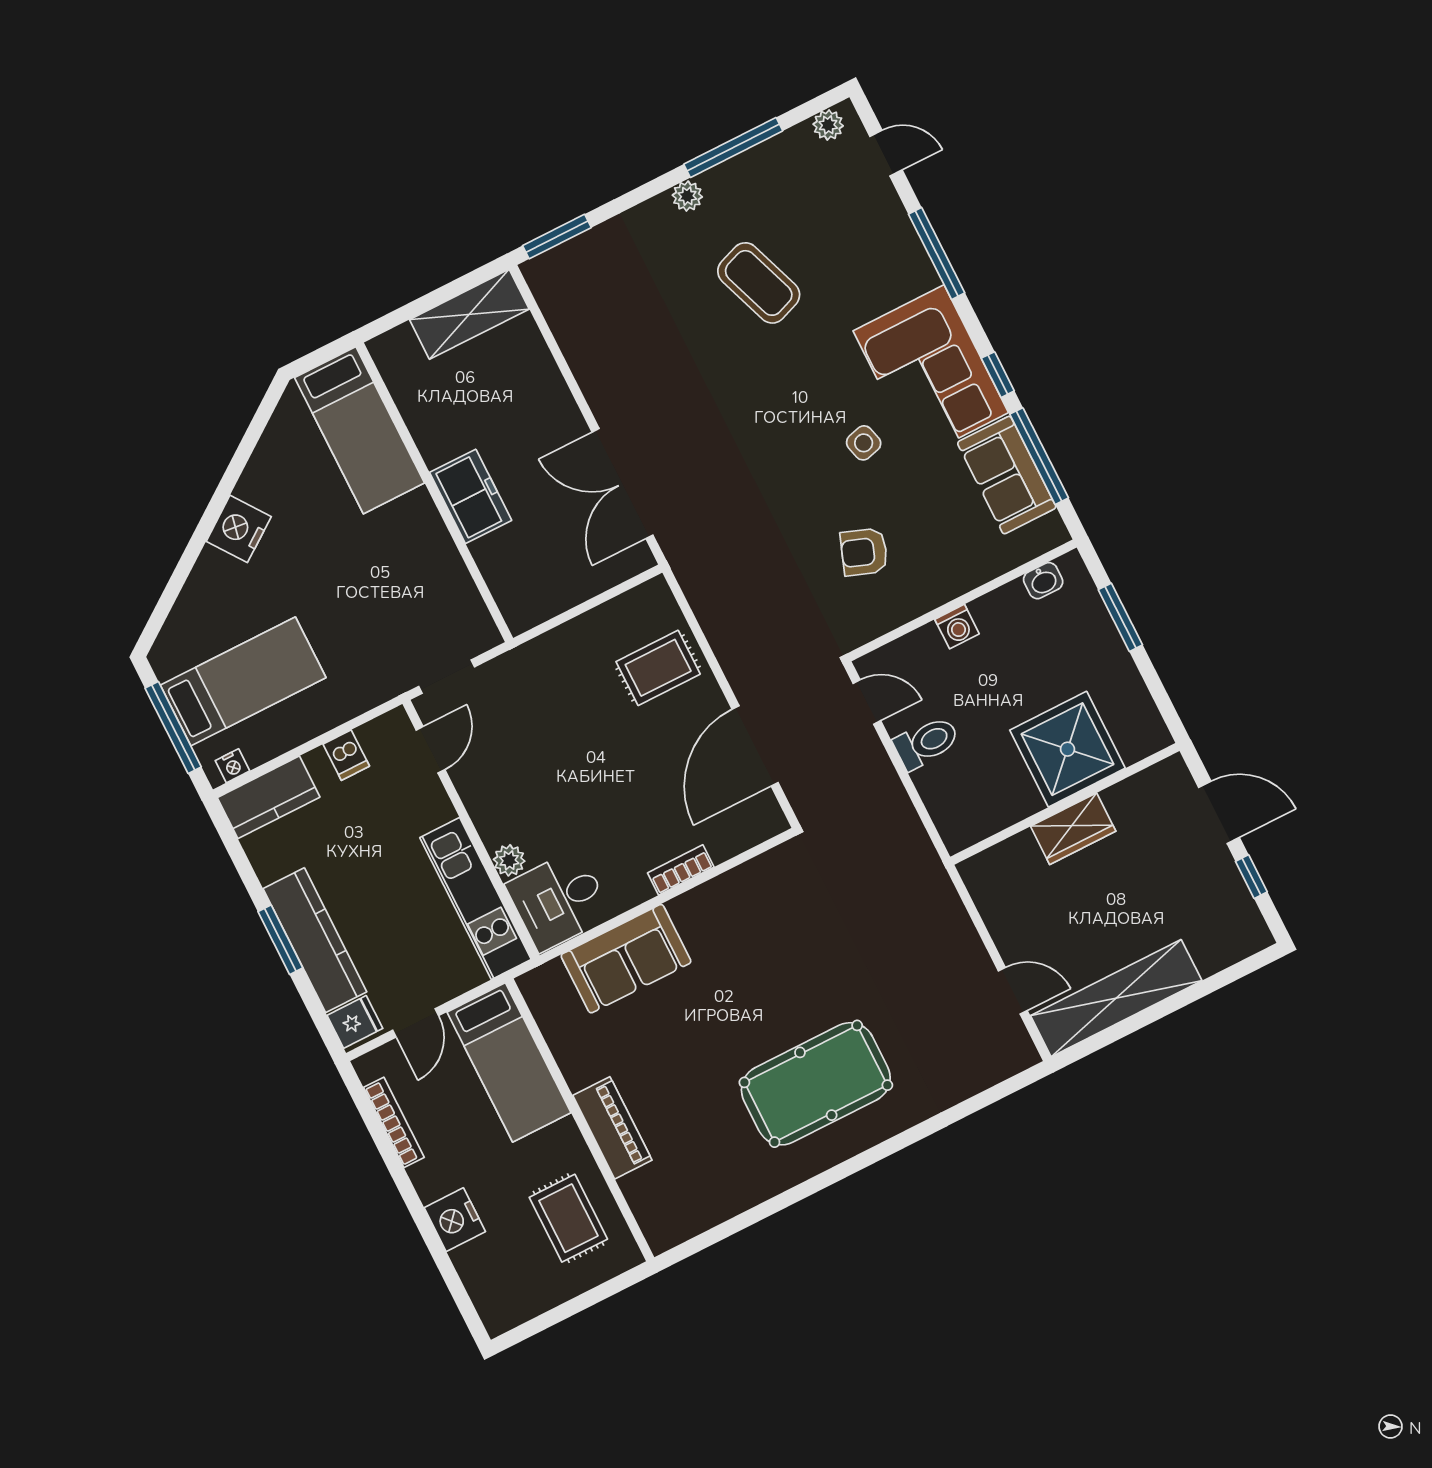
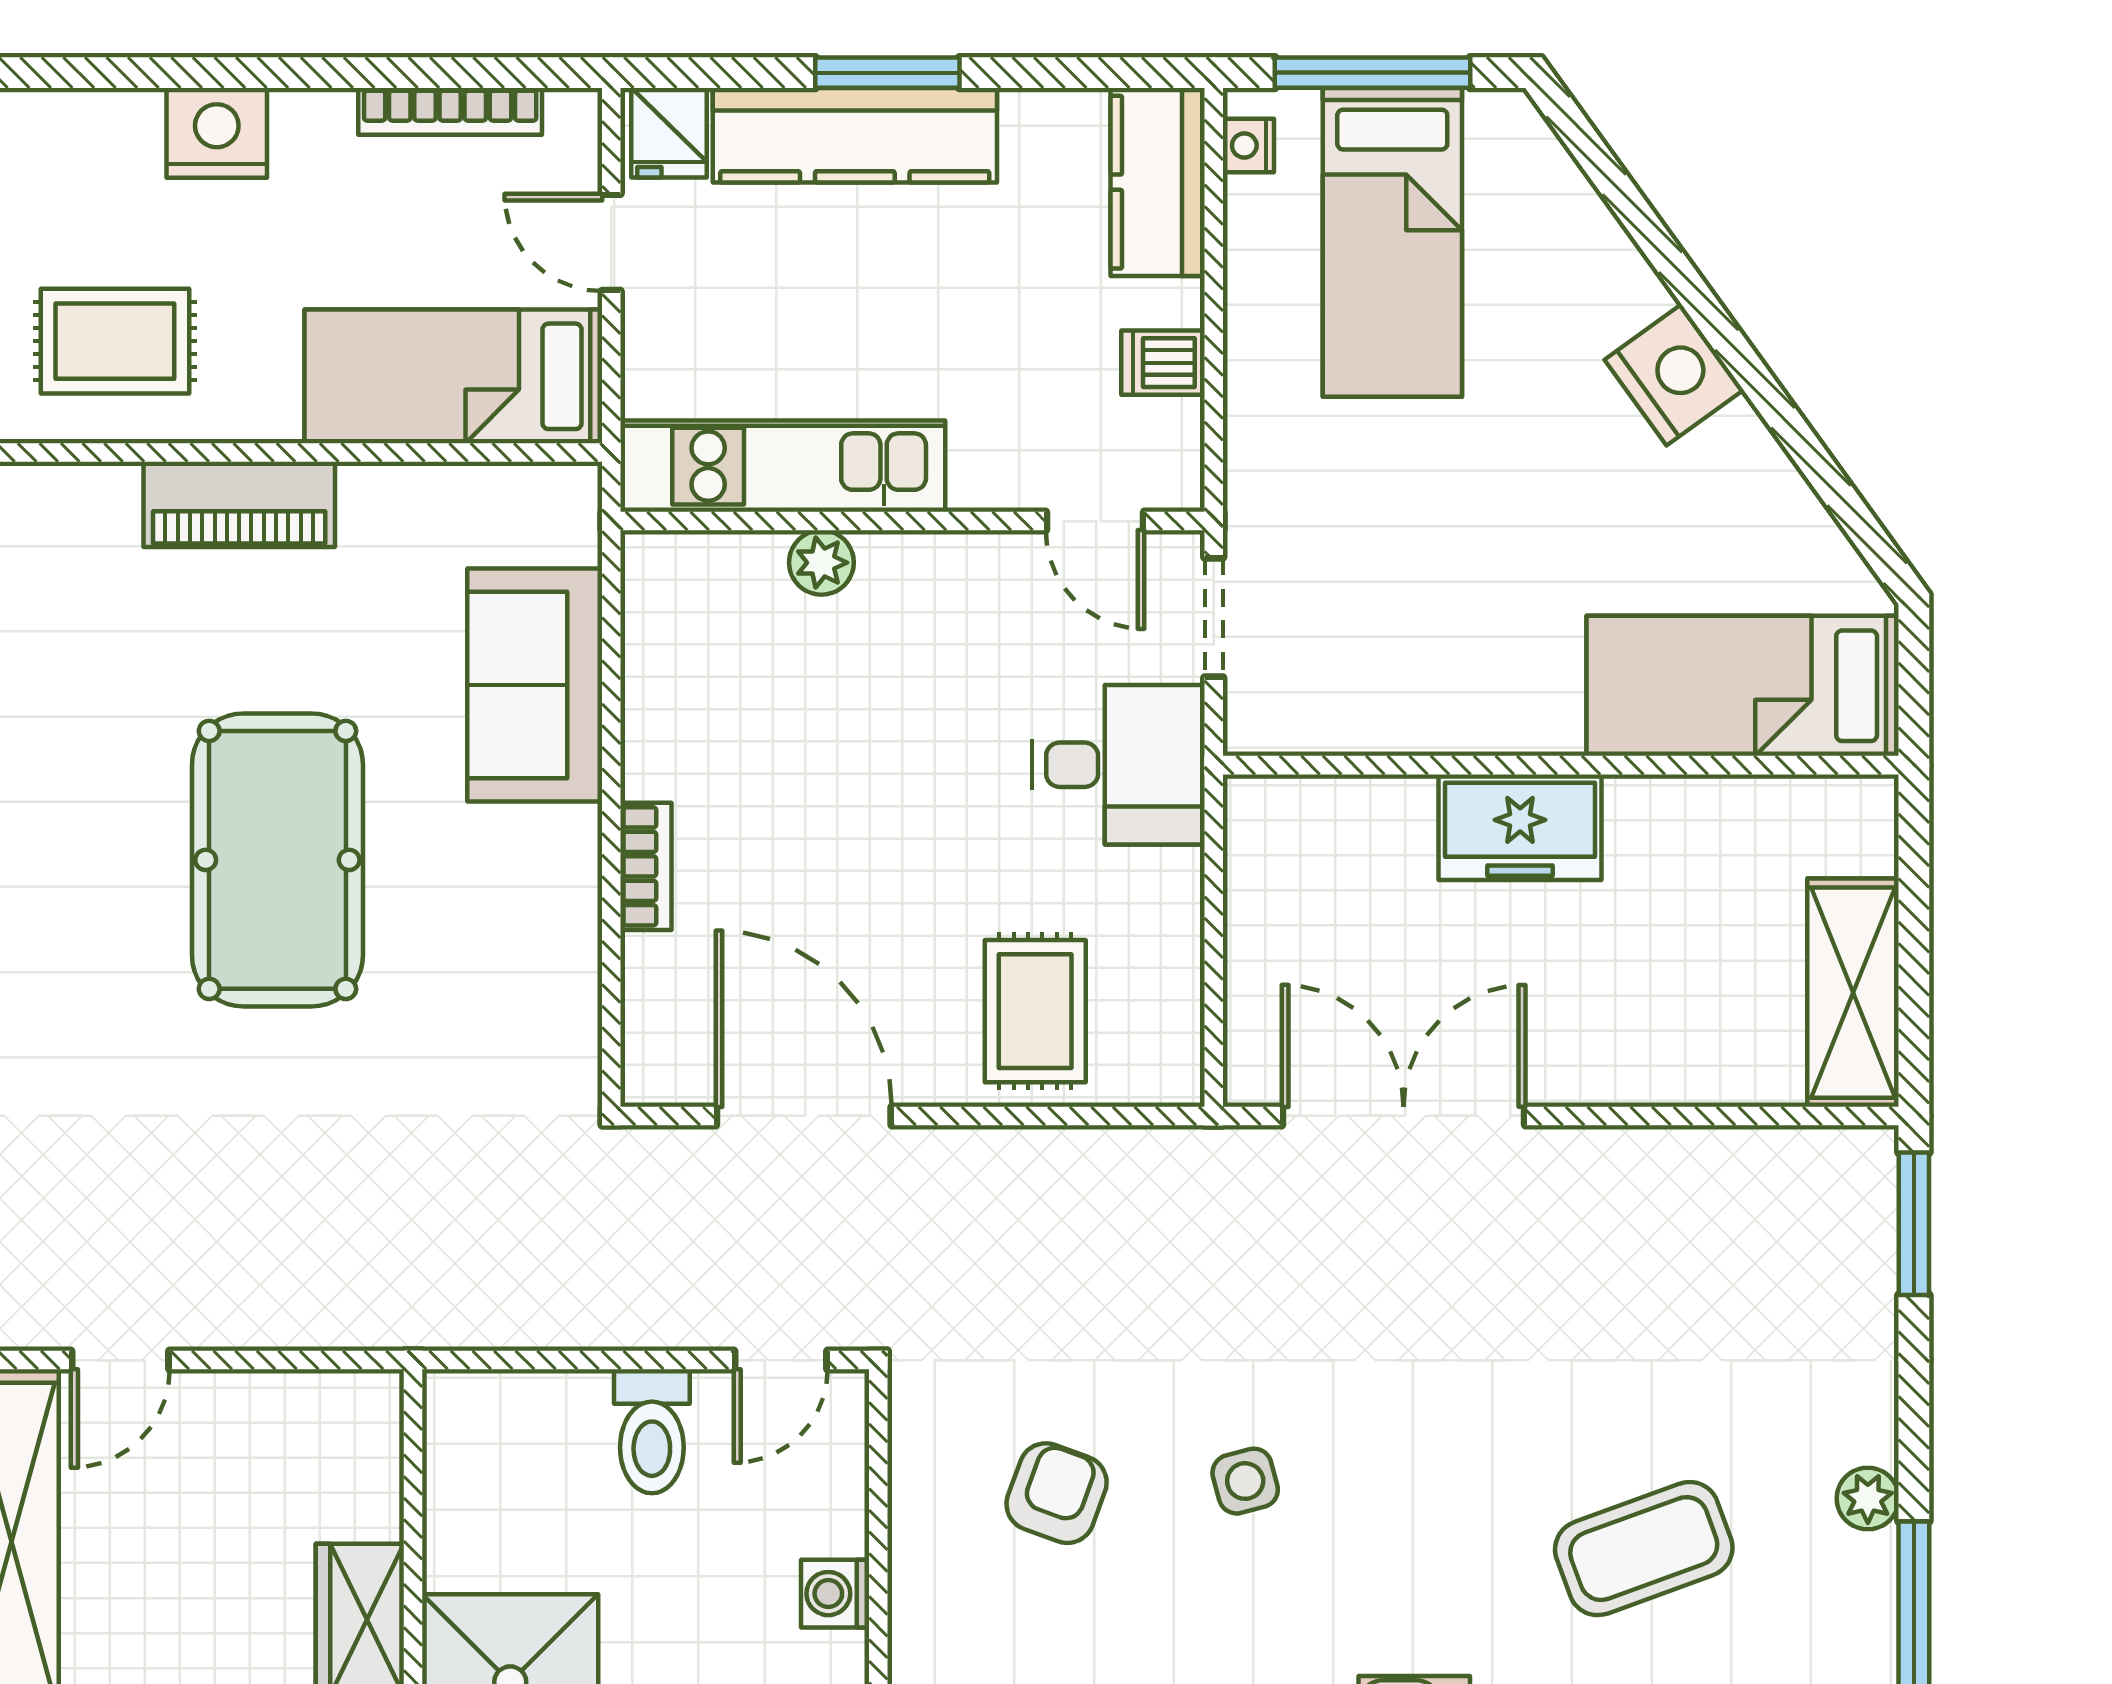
side table: (864, 443) -> (1245, 1481), moved
desk: (559, 900) -> (1119, 765), moved, turned 90
pool table: (816, 1084) -> (277, 860), moved

